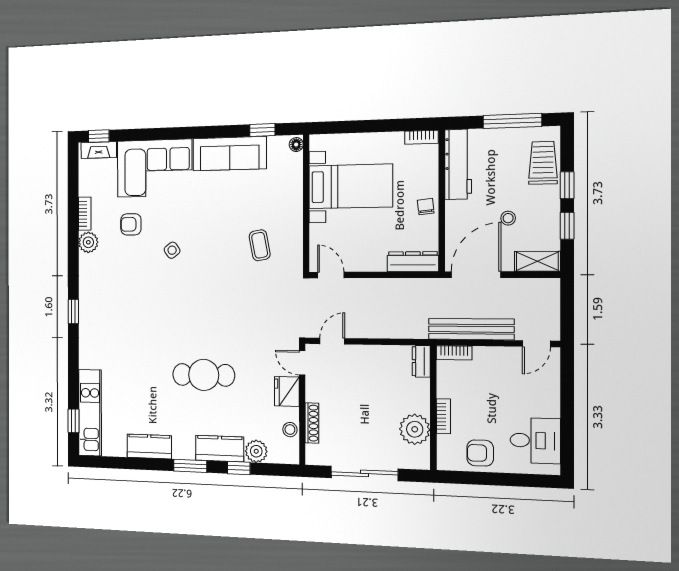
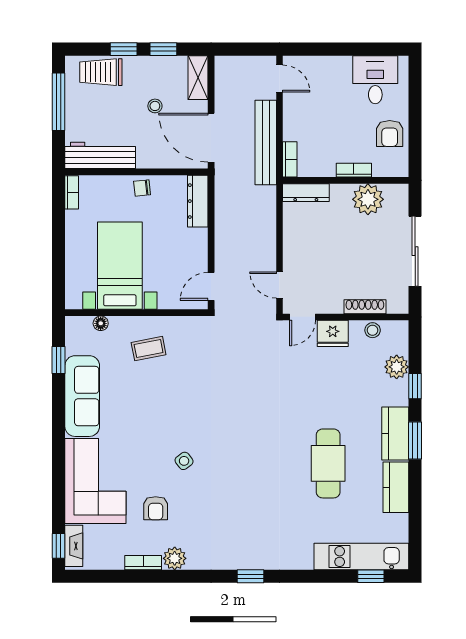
floor lamp: (296, 145) -> (101, 323), moved
coffee table: (260, 245) -> (149, 349), moved
dresser: (421, 361) -> (306, 193), width x1.44
cafe table: (204, 375) -> (328, 463), moved
kitchen counter: (220, 449) -> (395, 434), moved

